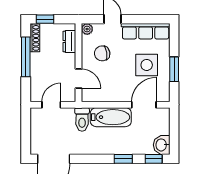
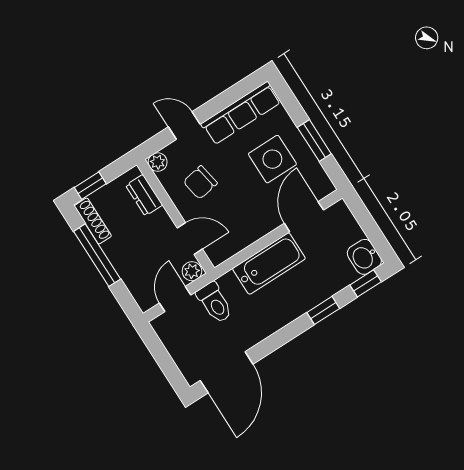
plant: (69, 96) -> (192, 271), added
toilet: (82, 119) -> (215, 303), moved

